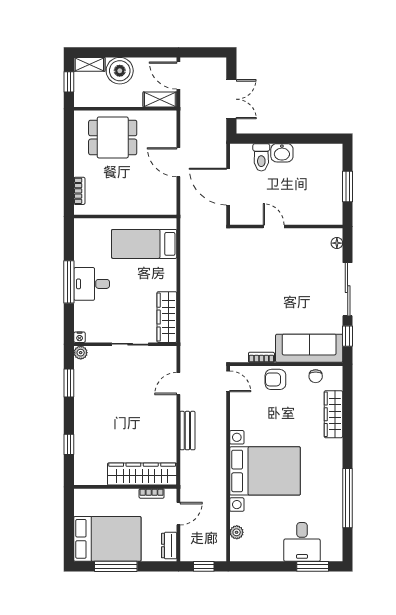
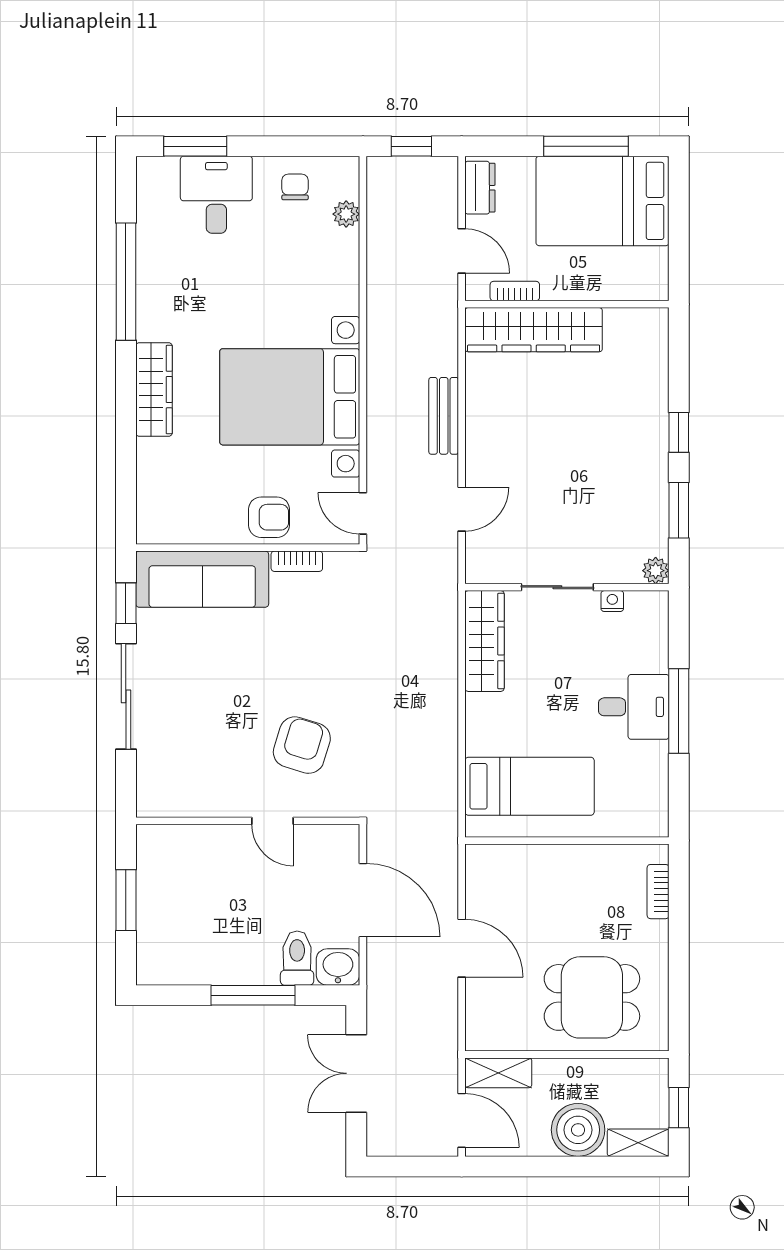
window: (284, 139) -> (253, 995), added
washbasin: (282, 153) -> (338, 967), moved
floor lamp: (337, 243) -> (147, 788), removed
armchair: (259, 265) -> (302, 745), added
nightstand: (80, 337) -> (612, 601), moved
chair: (316, 376) -> (295, 187), moved
wardrobe: (333, 414) -> (154, 390), moved
window: (69, 444) -> (679, 432), moved
bed with nightstands: (265, 471) -> (290, 397), moved
door: (178, 514) -> (462, 251), swing flipped

